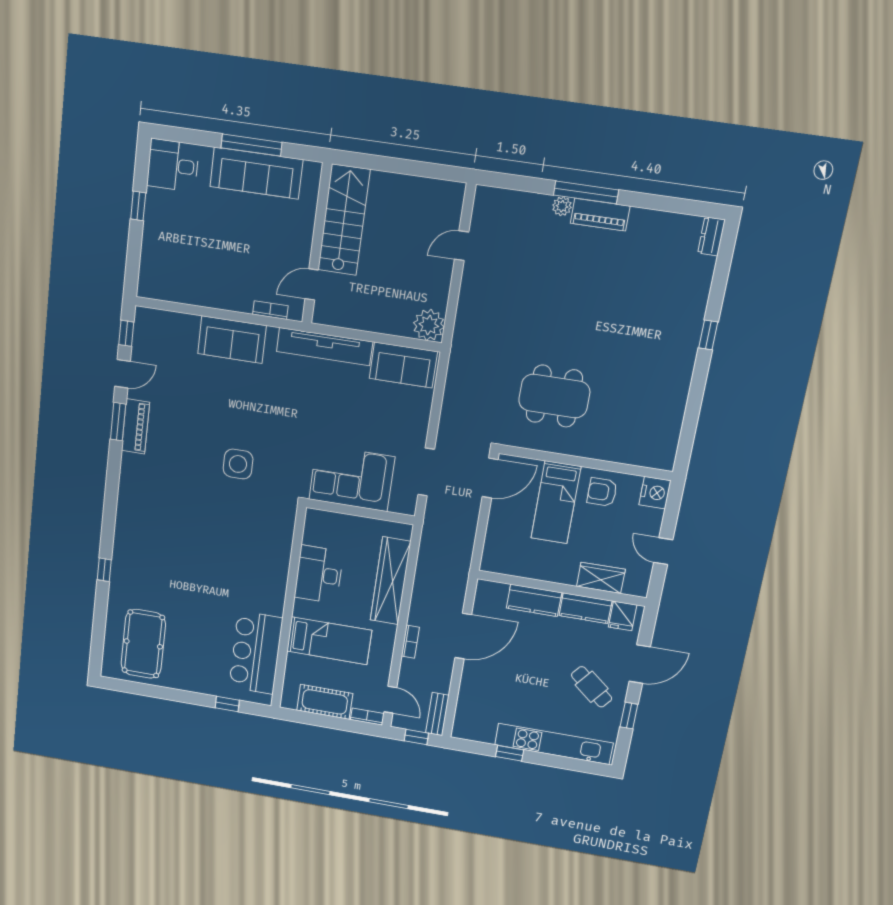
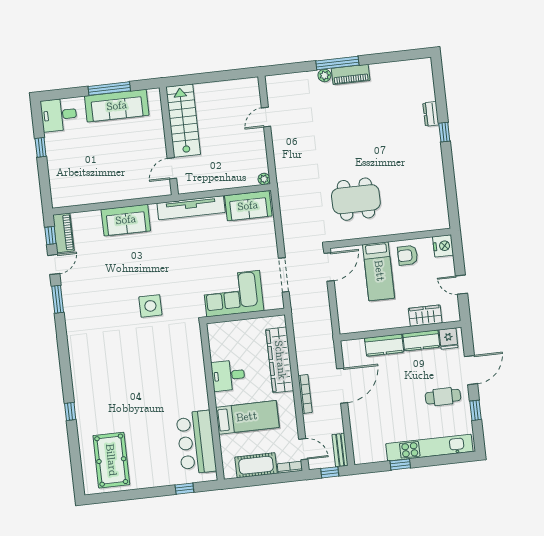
dresser: (711, 236) -> (431, 114), moved
bookcase: (270, 310) -> (148, 193), removed
plant: (429, 325) -> (264, 179), width x0.53, depth x0.53
piano: (135, 426) -> (63, 233), moved
desk: (319, 574) -> (228, 375), width x0.73
bookcase: (410, 642) -> (305, 394), width x1.56
cafe table: (592, 687) -> (443, 397), turned -39

